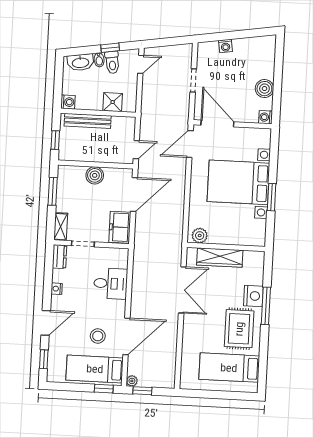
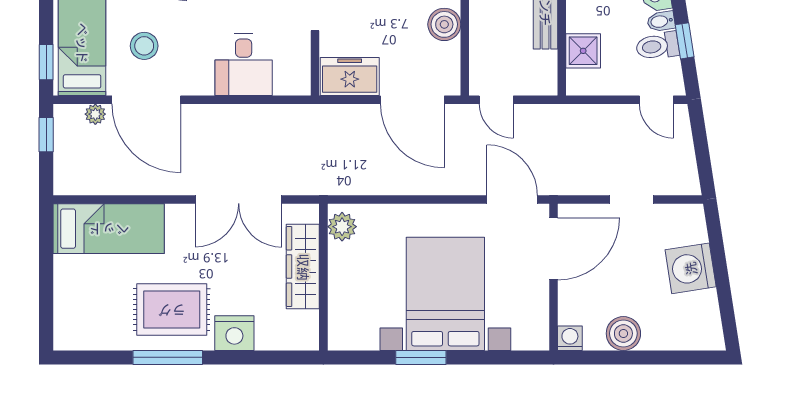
washing machine: (225, 46) -> (691, 268), width x1.89, depth x1.89
window: (266, 306) -> (168, 357), moved
bed: (229, 368) -> (109, 229), moved, turned 90
plant: (132, 381) -> (95, 114), moved

